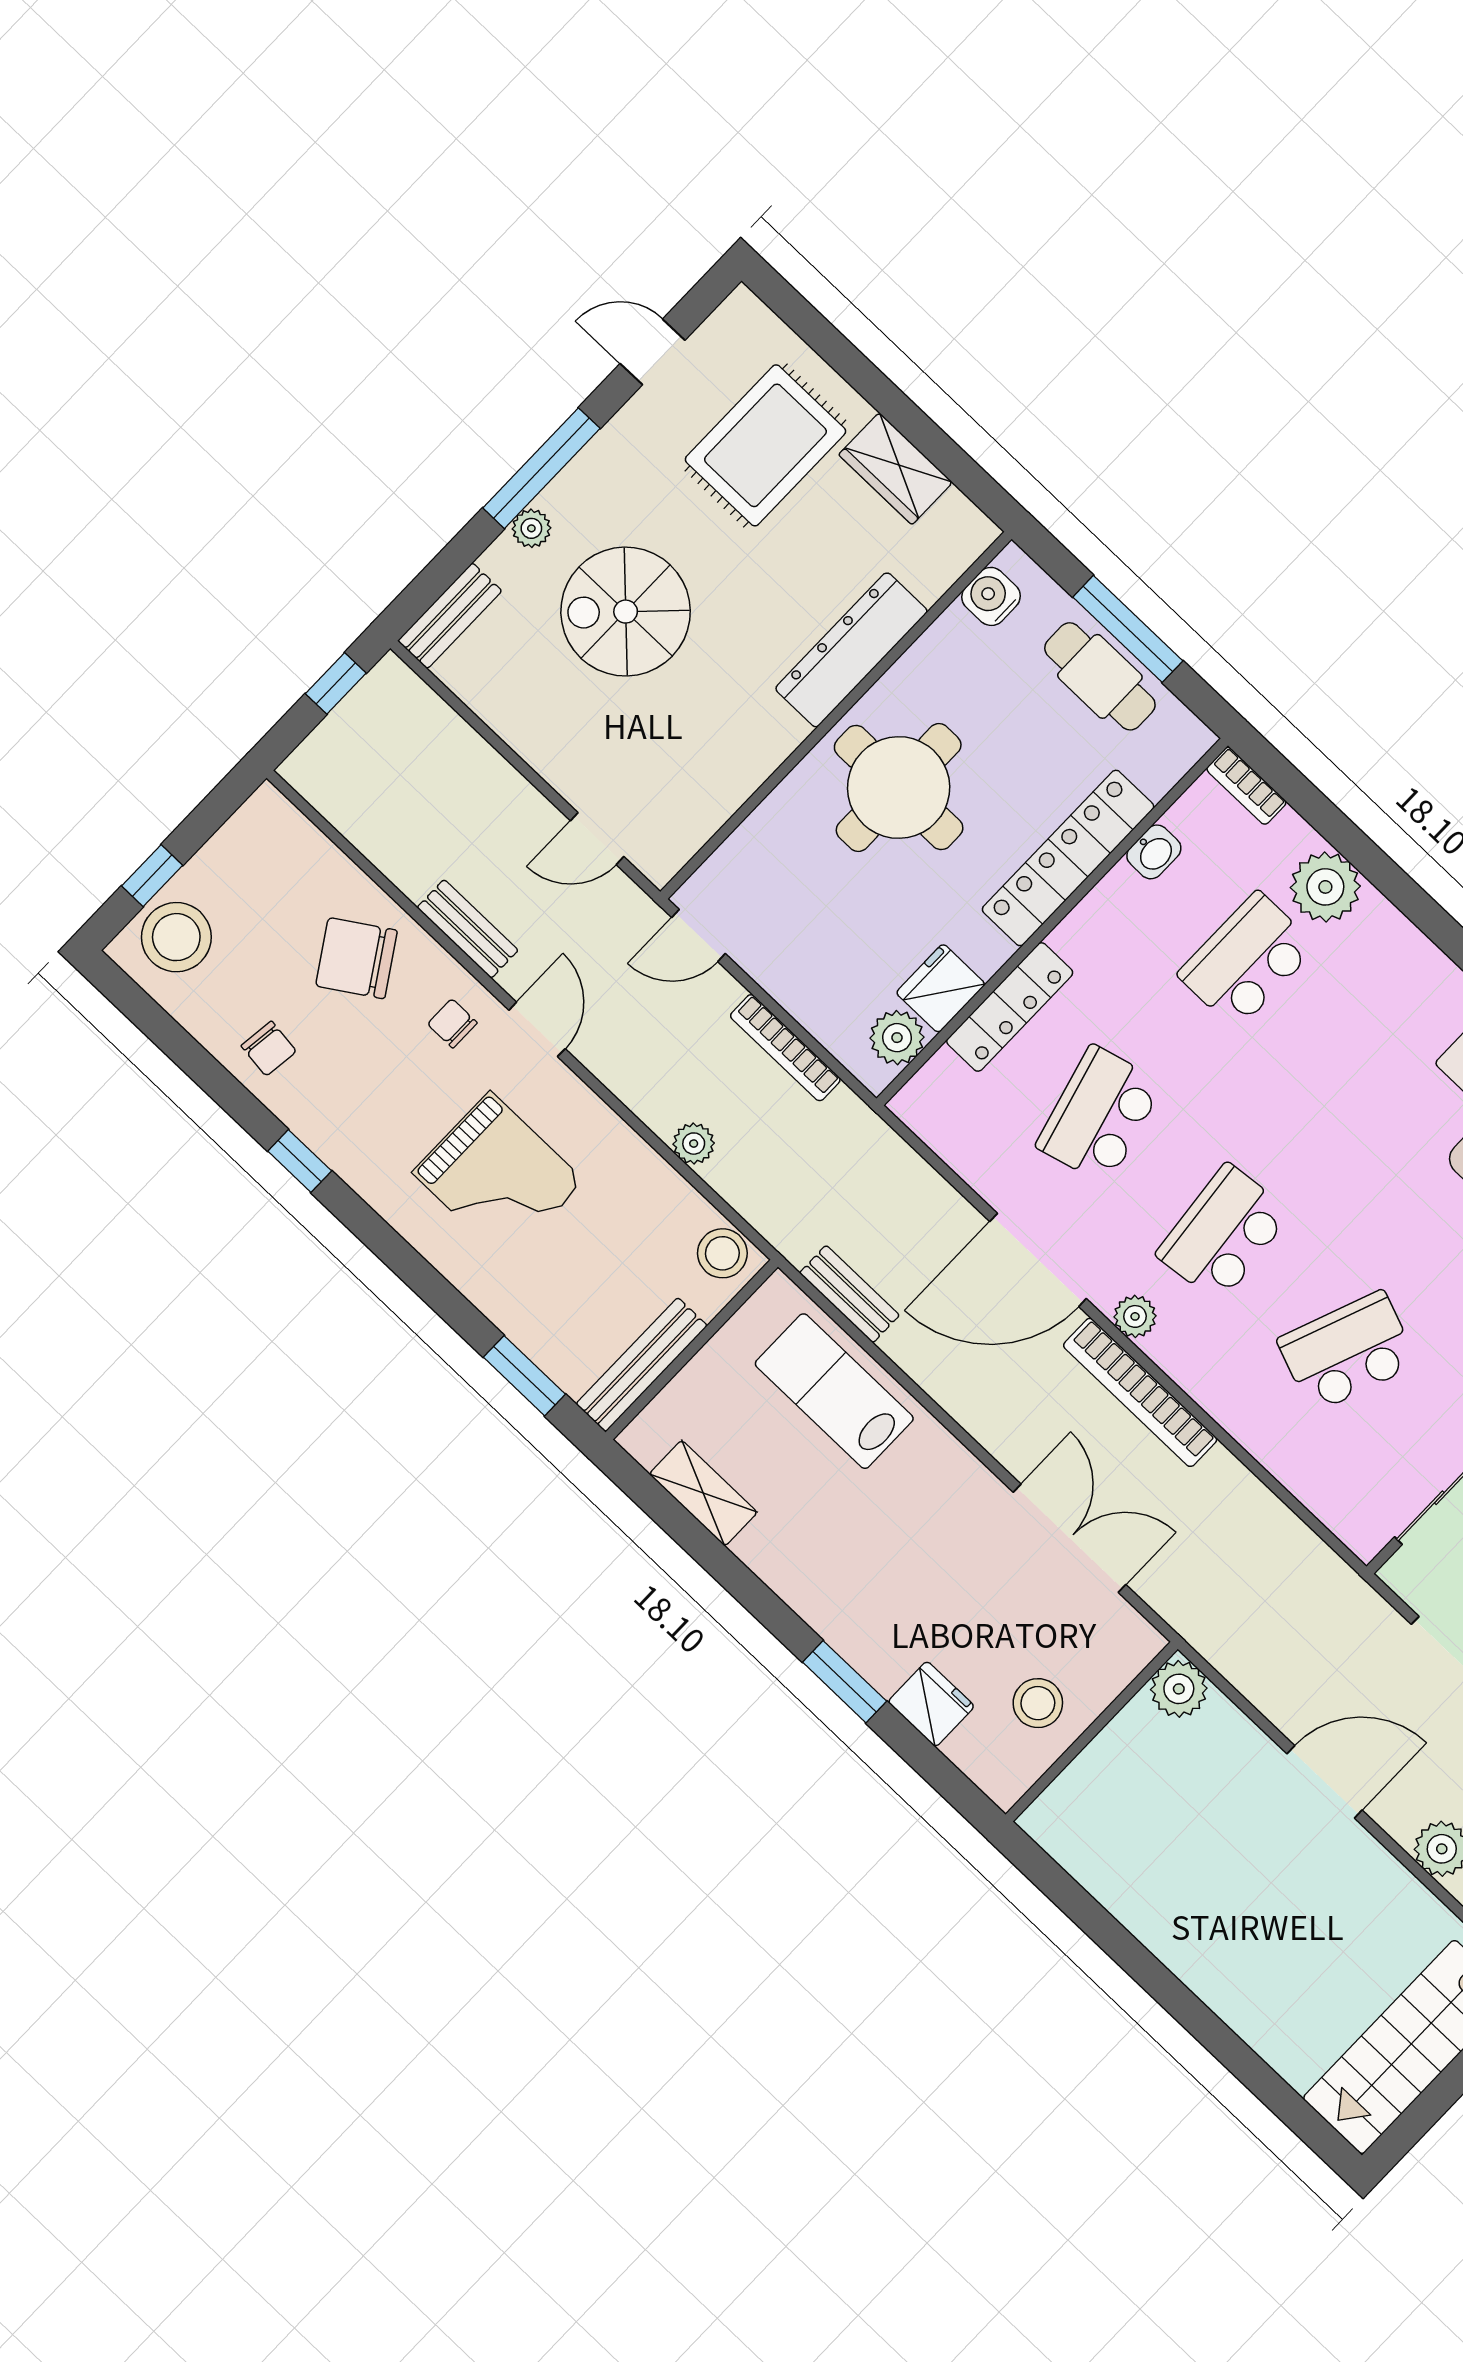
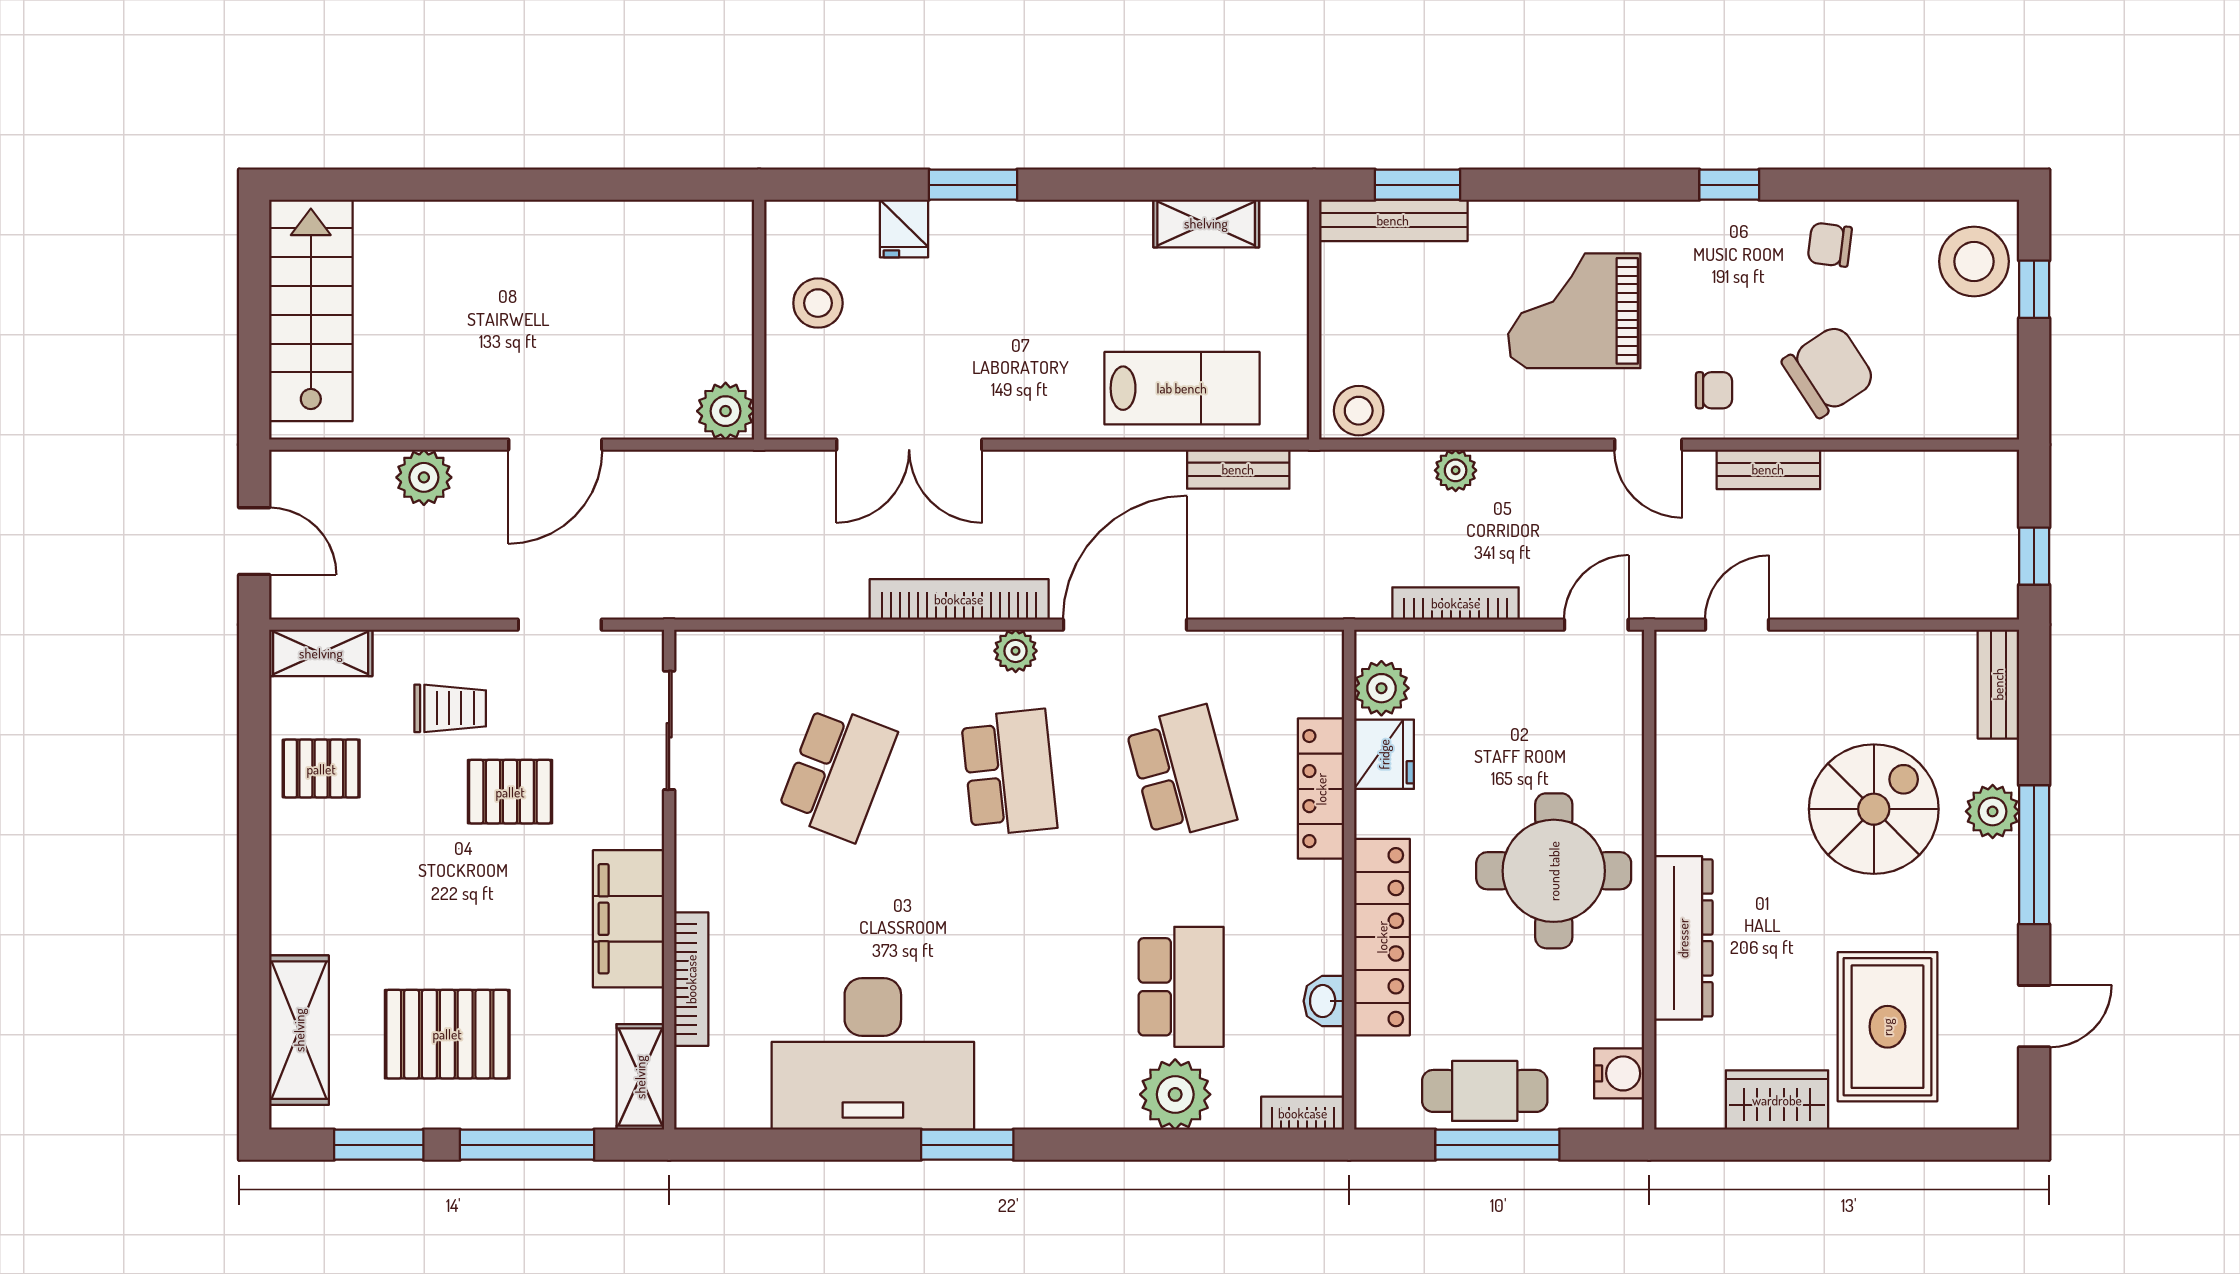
plant: (531, 528) -> (1993, 811), width x1.38, depth x1.38
bench: (642, 1365) -> (1393, 220), moved, turned 90
fridge: (931, 1704) -> (904, 228), width x0.72

